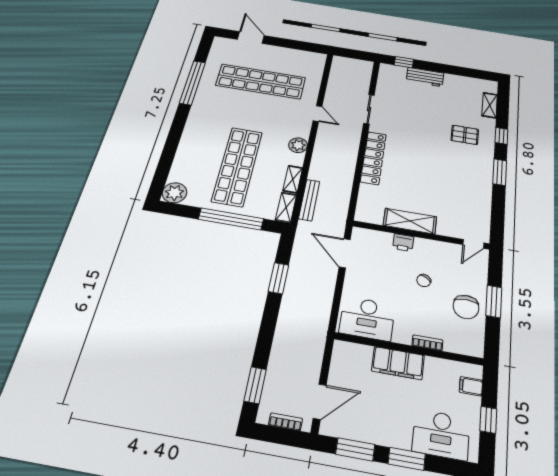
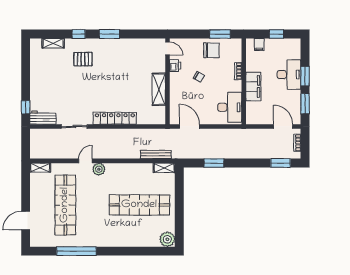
workbench: (425, 77) -> (43, 118), moved, turned -90
pallet: (465, 135) -> (83, 59), turned 90
plant: (298, 145) -> (99, 169), moved
shelving: (293, 179) -> (40, 168), moved
window: (231, 219) -> (179, 200), removed
printer: (403, 243) -> (175, 66), moved
door: (345, 253) -> (189, 126), swing flipped
window: (494, 301) -> (220, 34), moved
desk: (441, 435) -> (289, 75), moved

